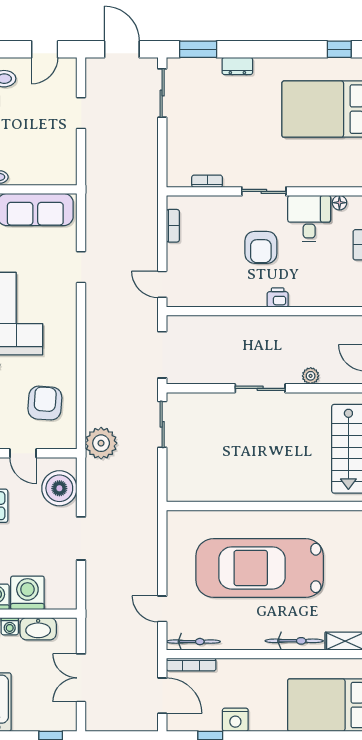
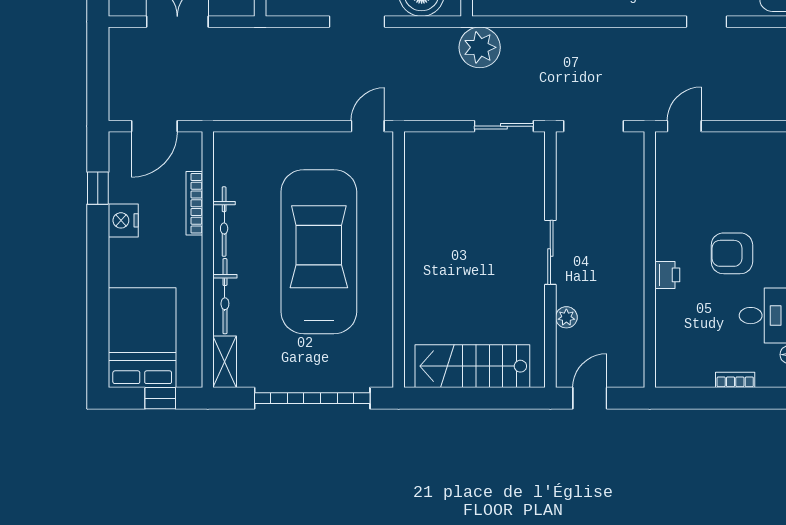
bookcase: (173, 226) -> (760, 140), removed
door: (162, 609) -> (368, 126), moved
bicycle: (193, 642) -> (224, 222), moved
bookcase: (191, 665) -> (194, 203), moved

